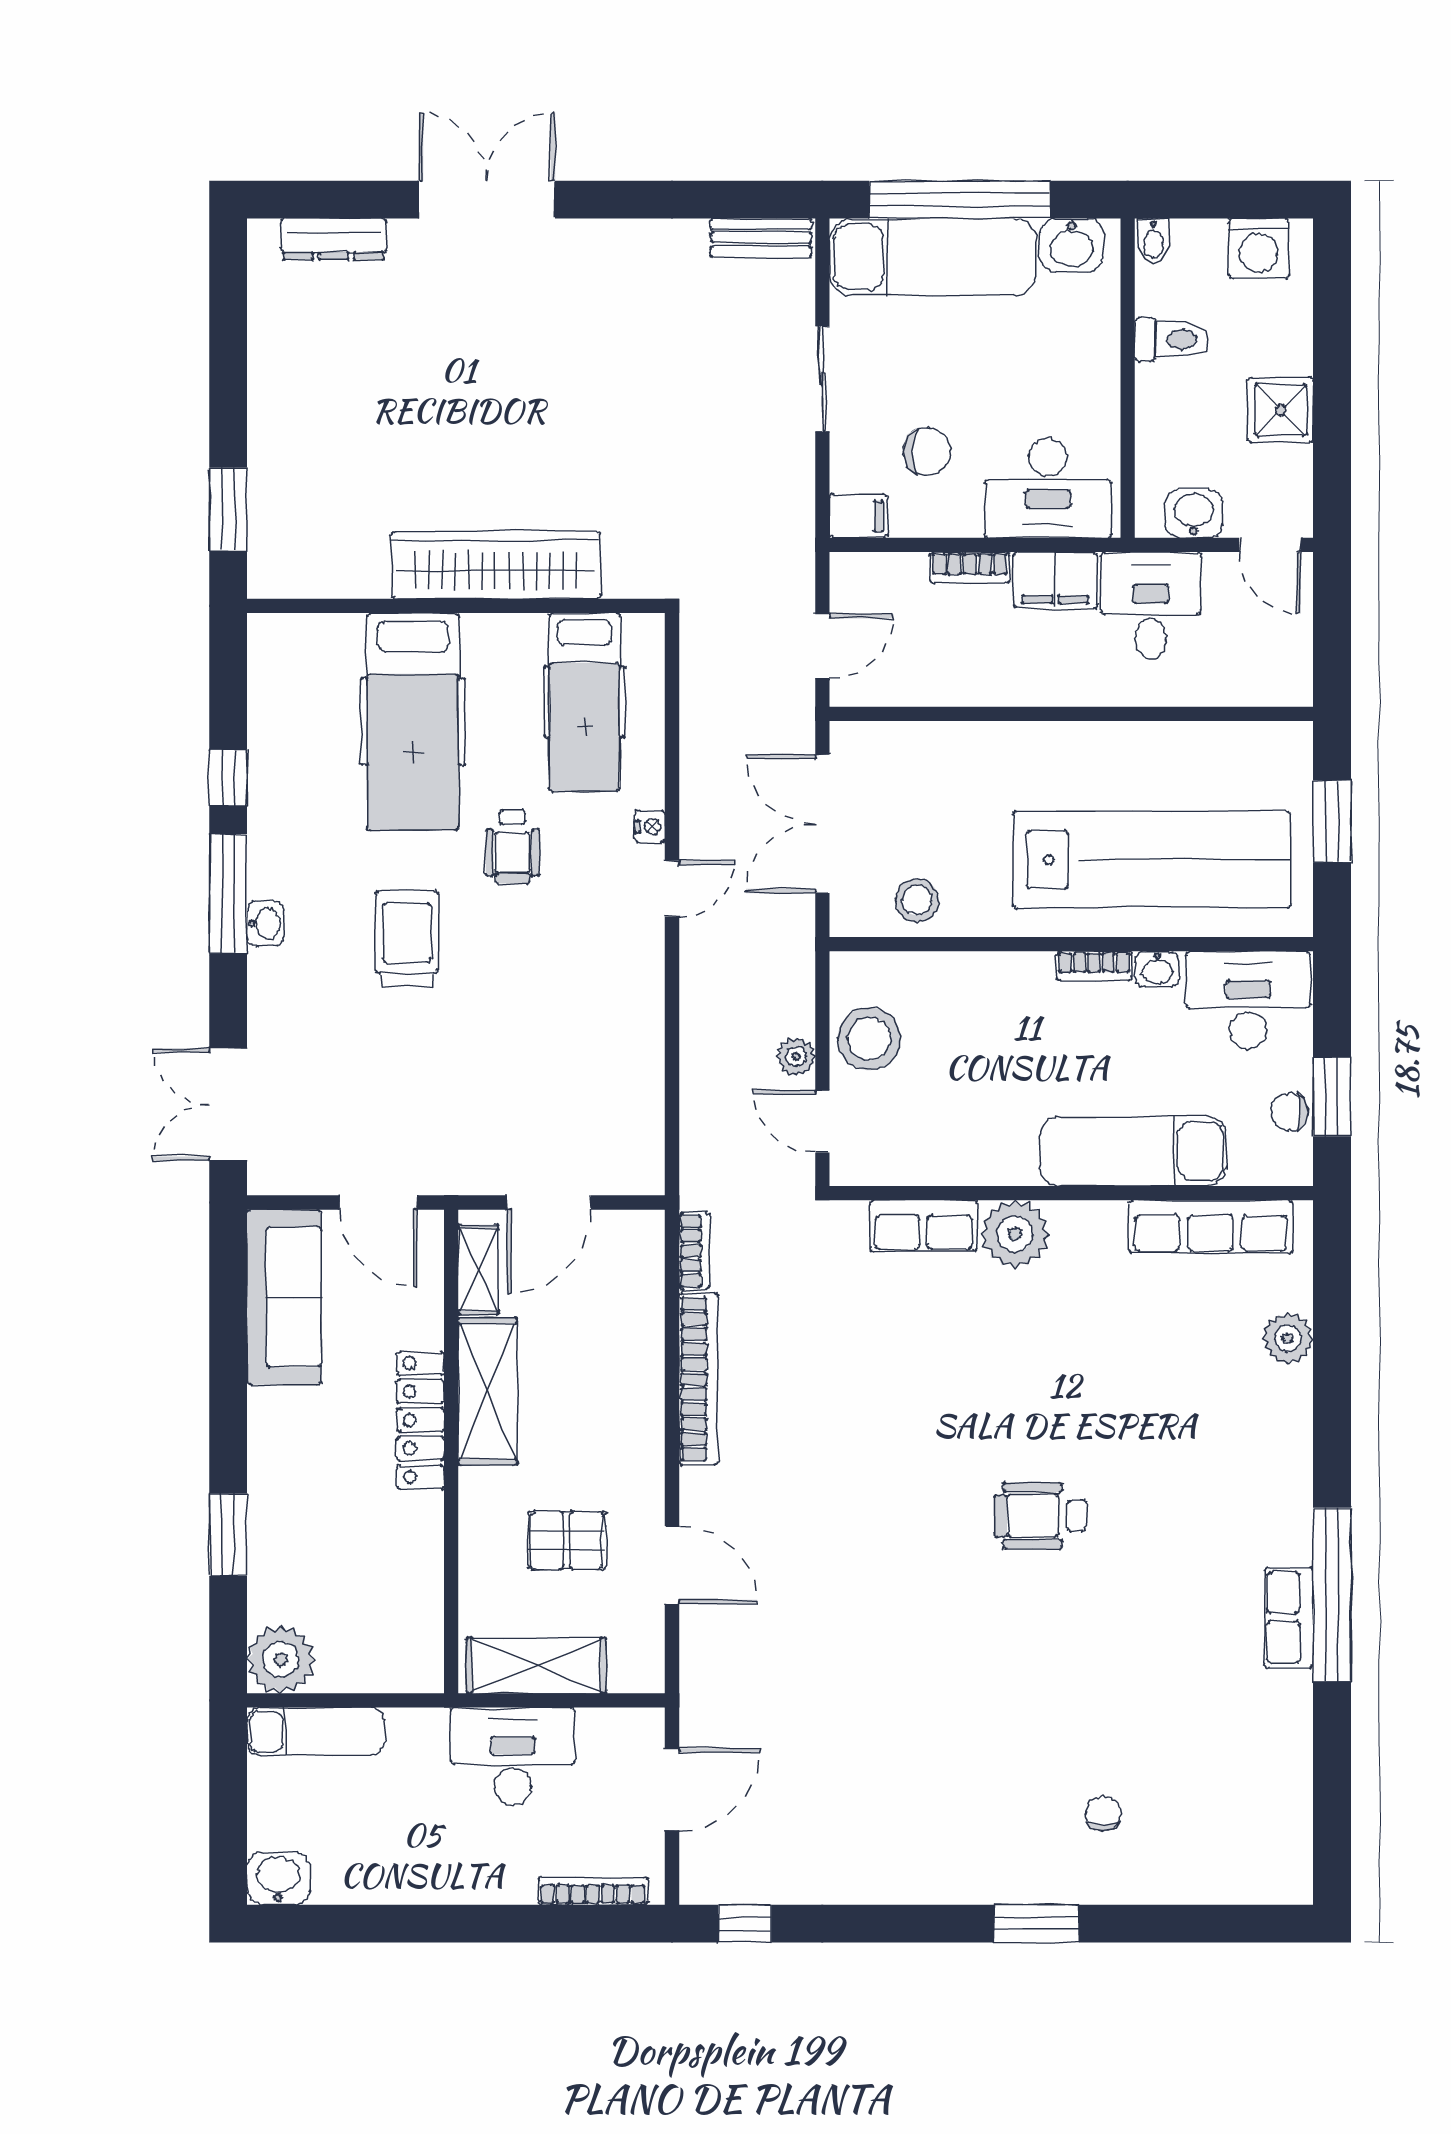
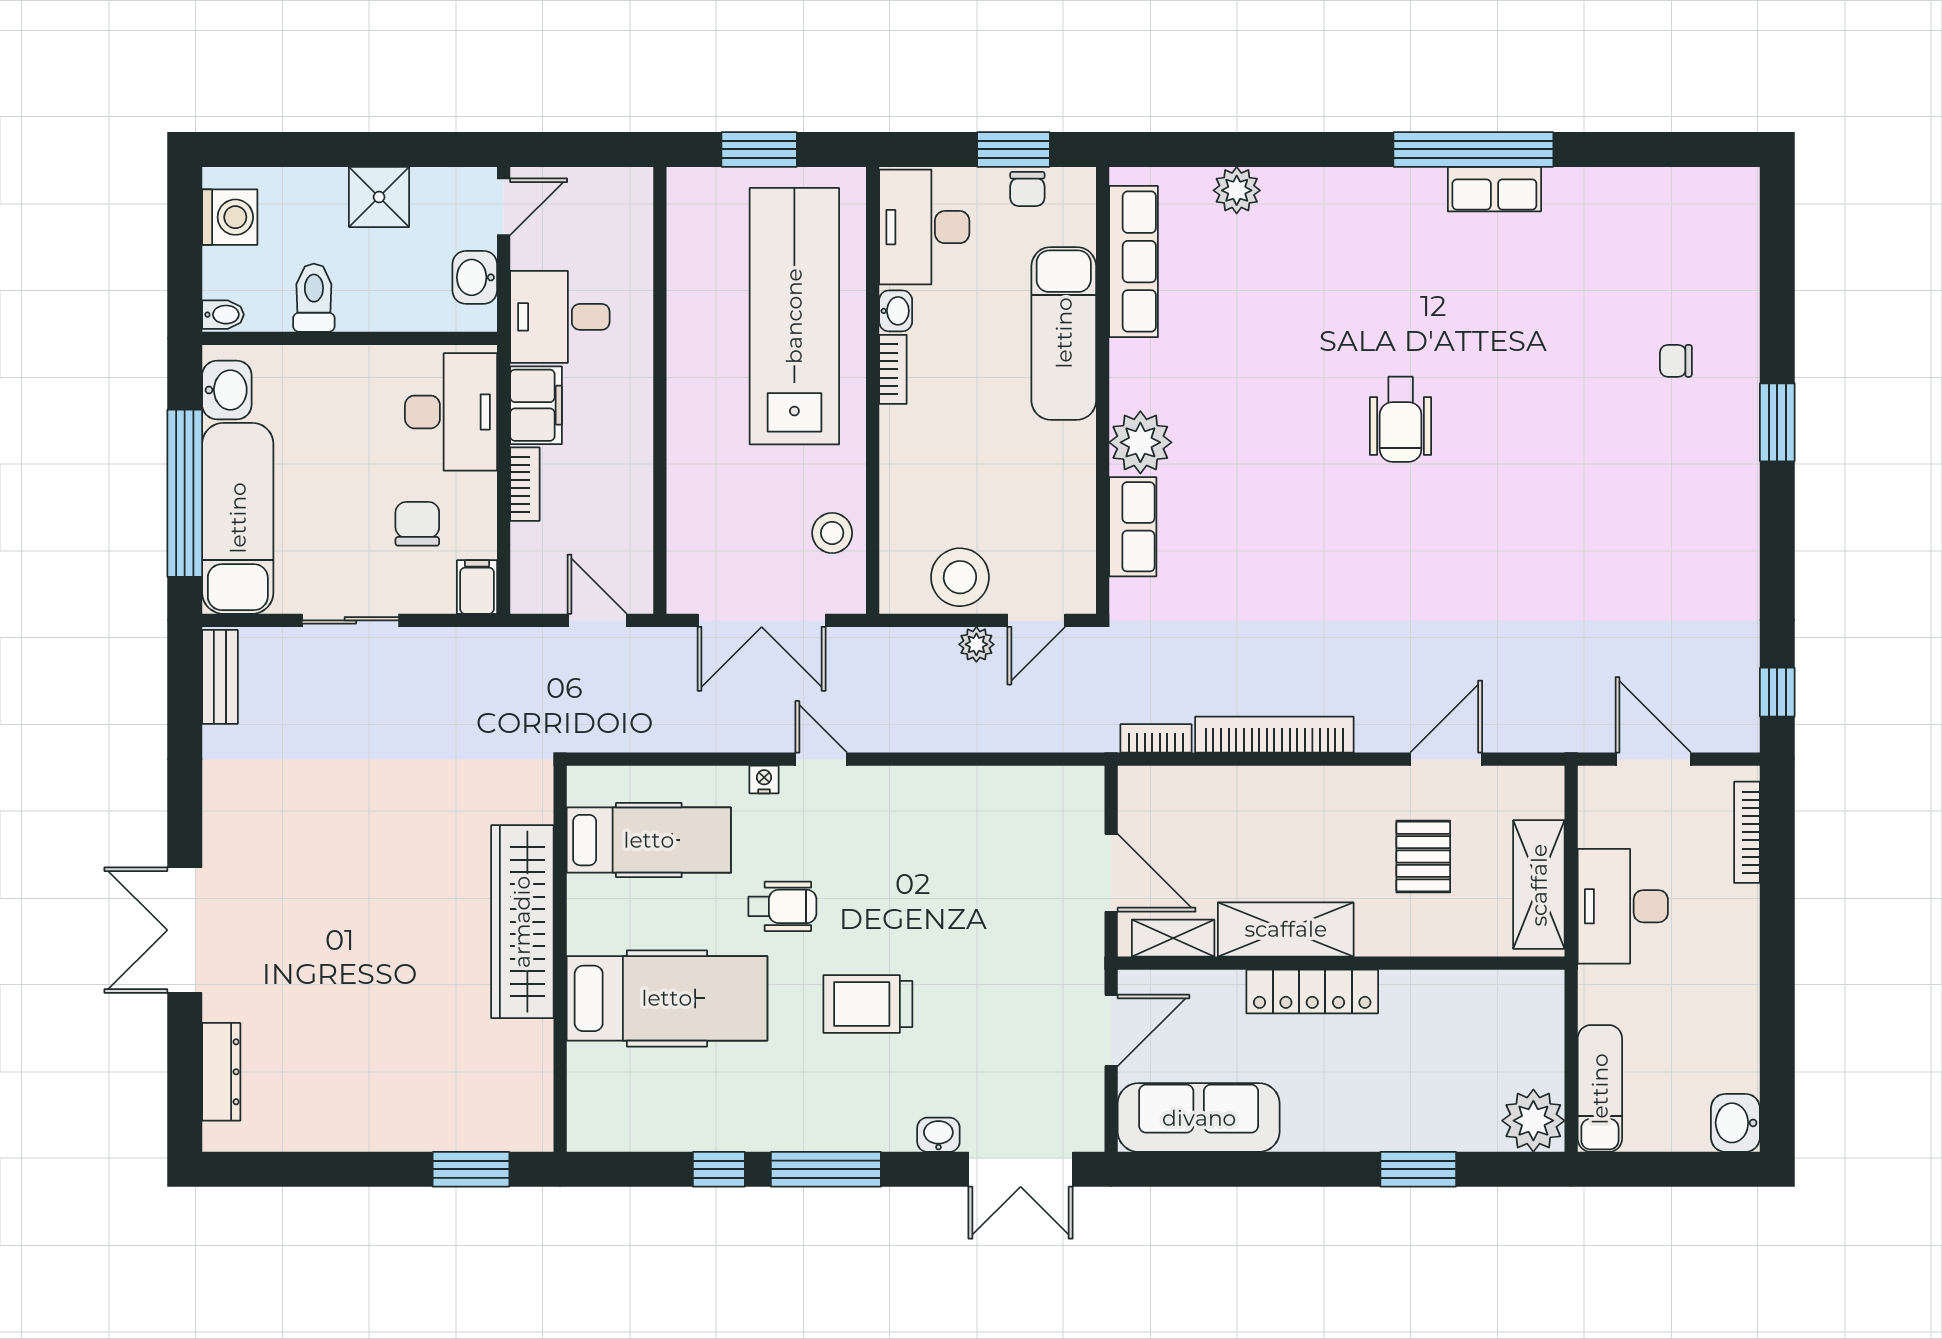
washbasin: (265, 923) -> (938, 1135), moved

